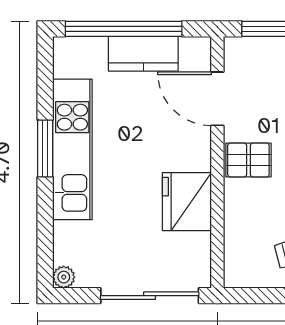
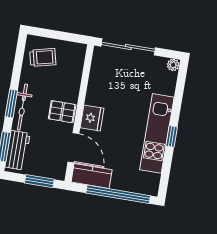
kitchen counter: (143, 54) -> (92, 176), moved
window: (45, 149) -> (172, 136), width x0.67
fridge: (187, 202) -> (92, 118), moved, width x0.73, depth x0.75

